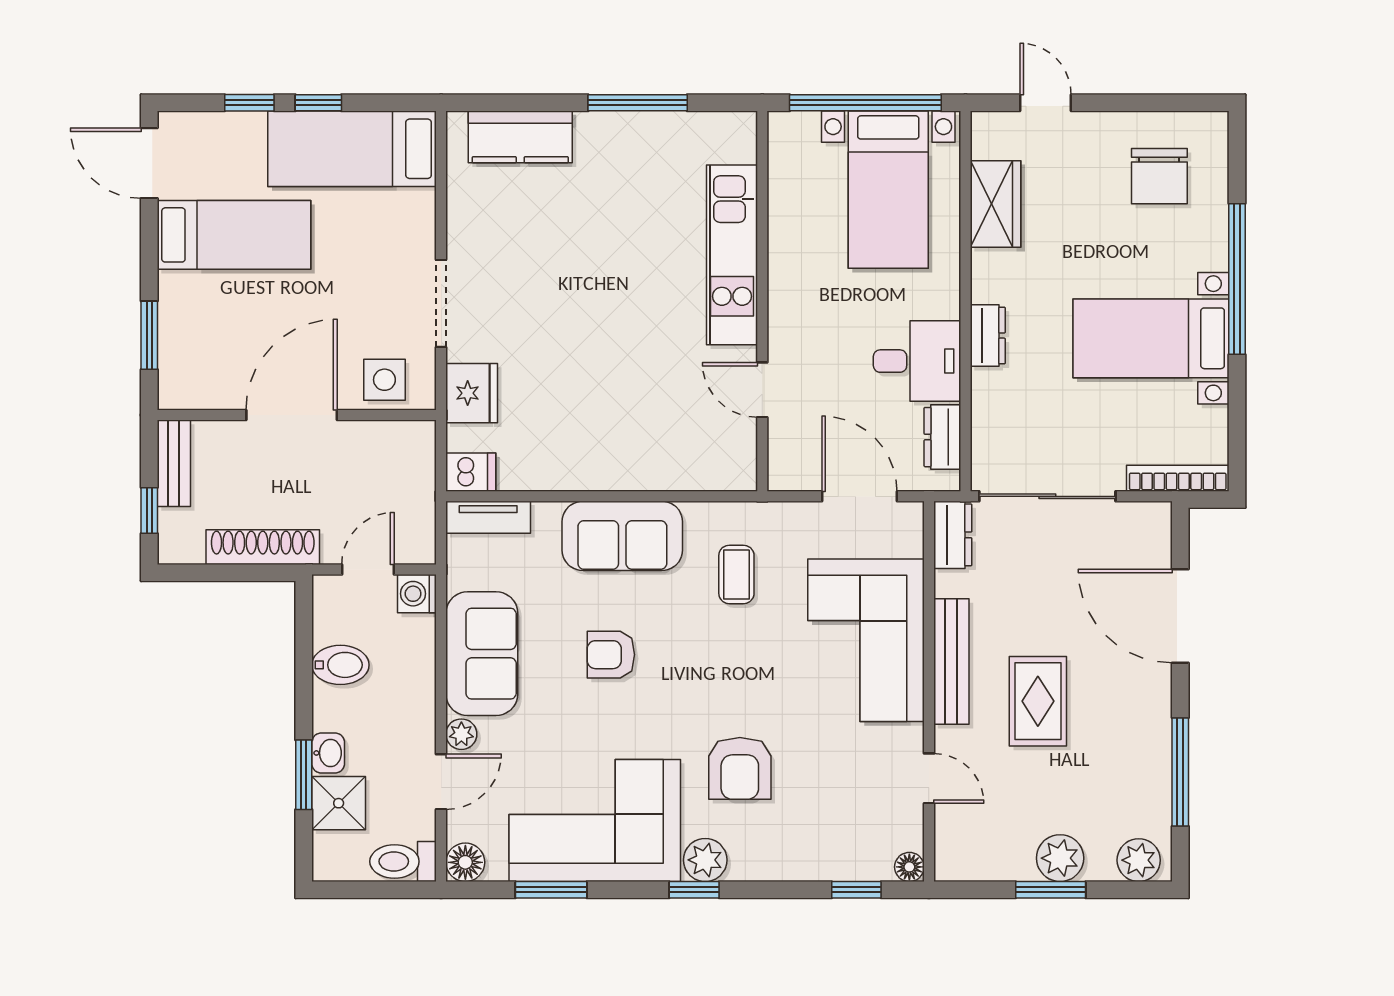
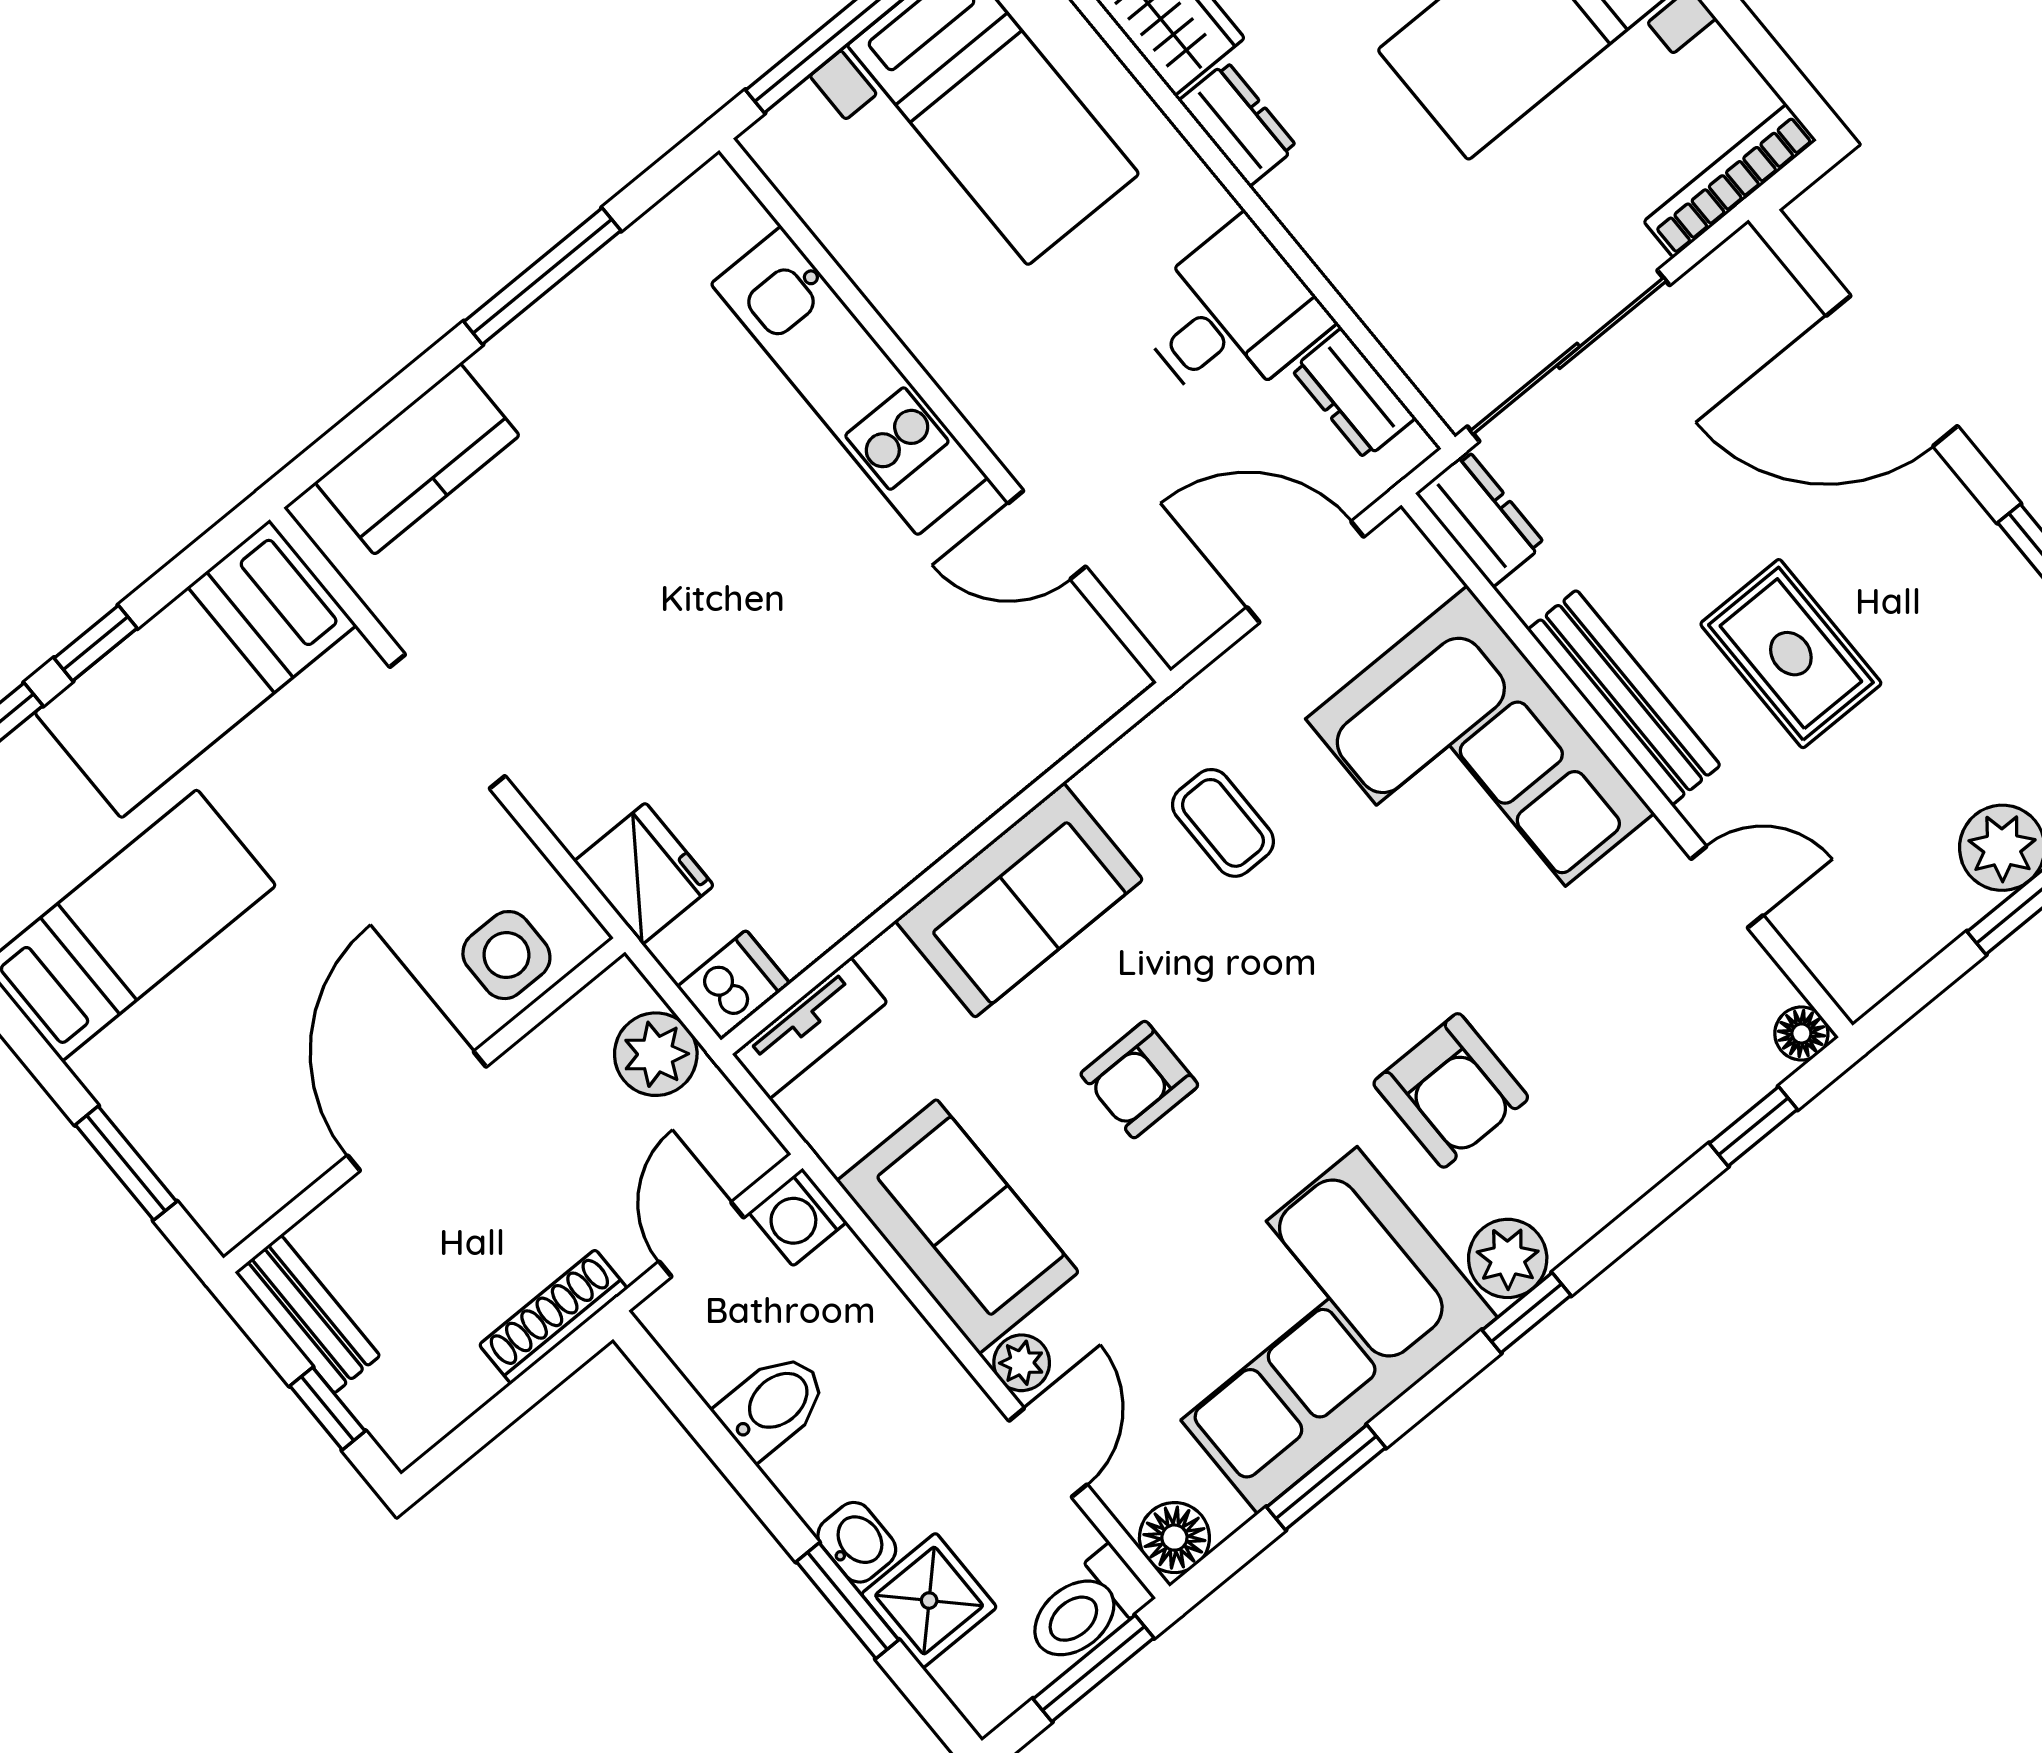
doorway: (441, 303) -> (447, 722), moved
dresser: (988, 336) -> (1238, 124), moved
plant: (413, 474) -> (656, 1054), added
shoe rack: (263, 547) -> (553, 1317), width x0.74, depth x0.81
window: (385, 890) -> (1093, 1668), added

